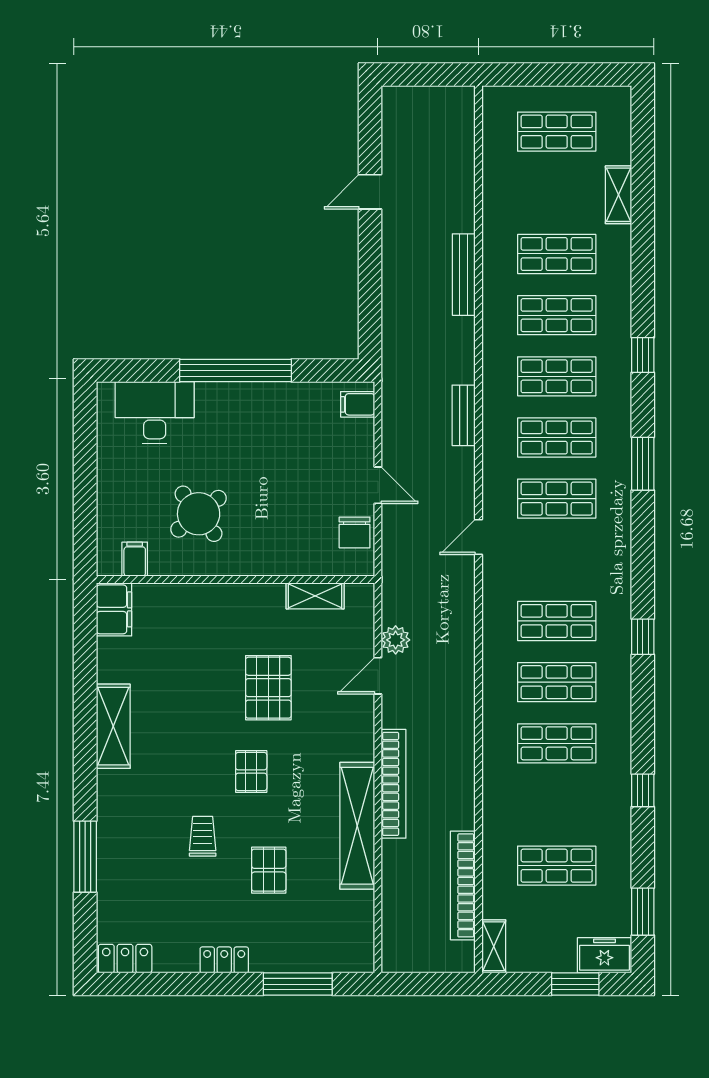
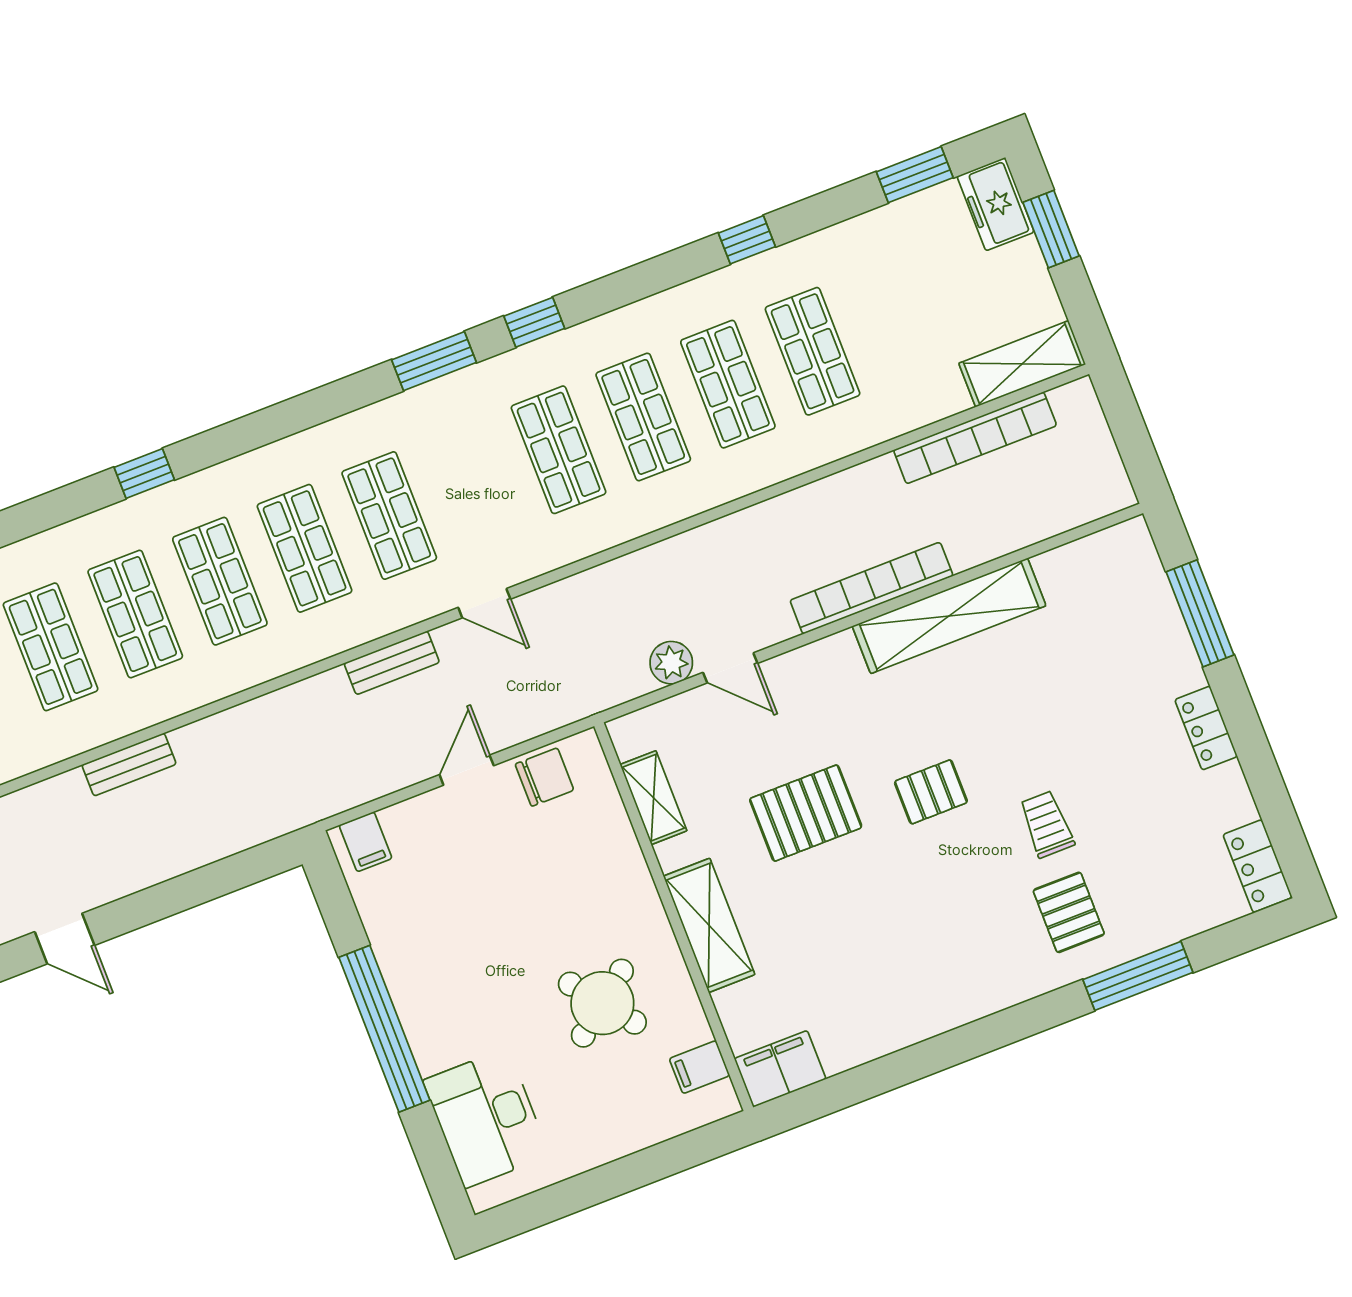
bench: (464, 275) -> (129, 764), width x0.73
bench: (464, 415) -> (392, 663), moved
window: (643, 464) -> (434, 361), moved
shelving: (113, 726) -> (709, 925), moved, turned 90
trolley: (203, 836) -> (1047, 824), turned 90
shop shelf: (557, 866) -> (813, 351), moved
pallet: (269, 870) -> (1069, 912), moved, turned 90
shelving: (494, 946) -> (1022, 364), width x1.50, depth x1.33

